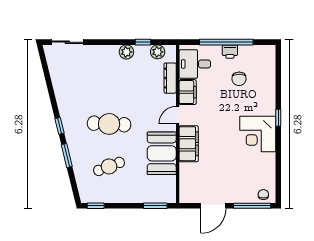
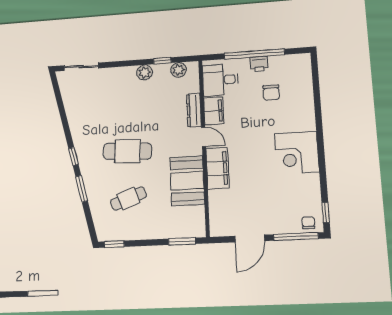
dresser: (170, 78) -> (194, 110), moved
door: (178, 115) -> (204, 137), swing flipped
window: (278, 118) -> (326, 212), moved

